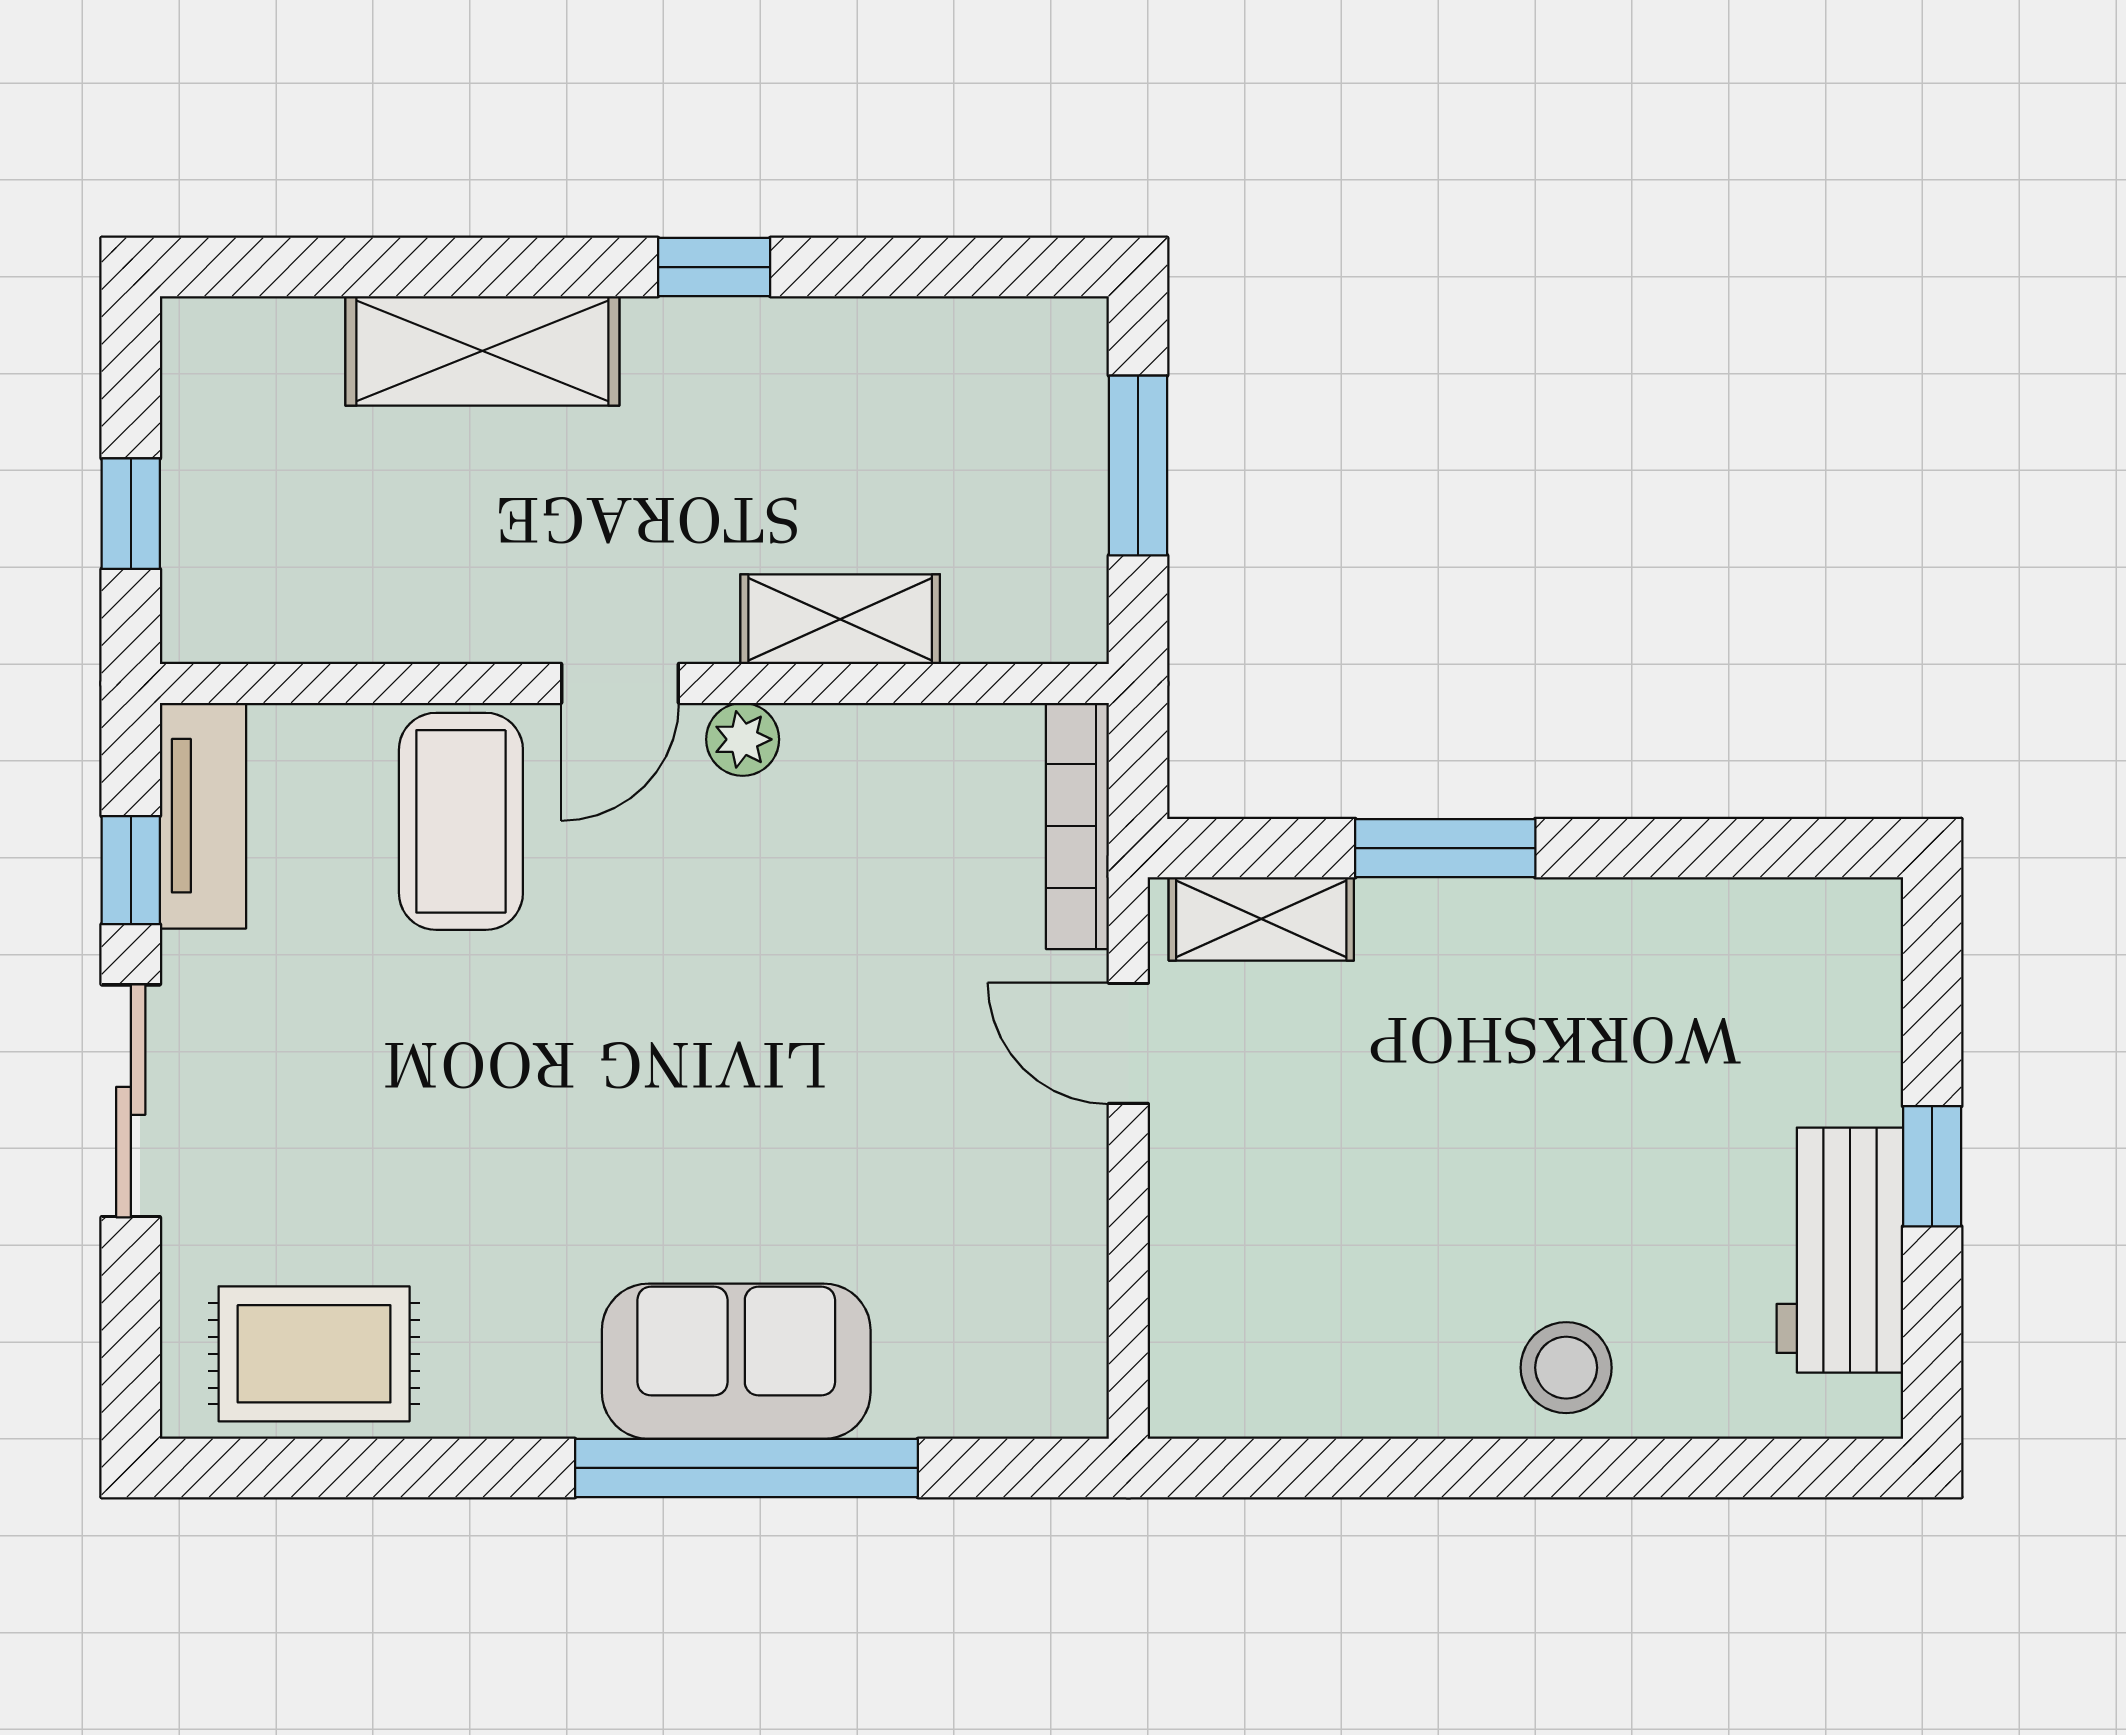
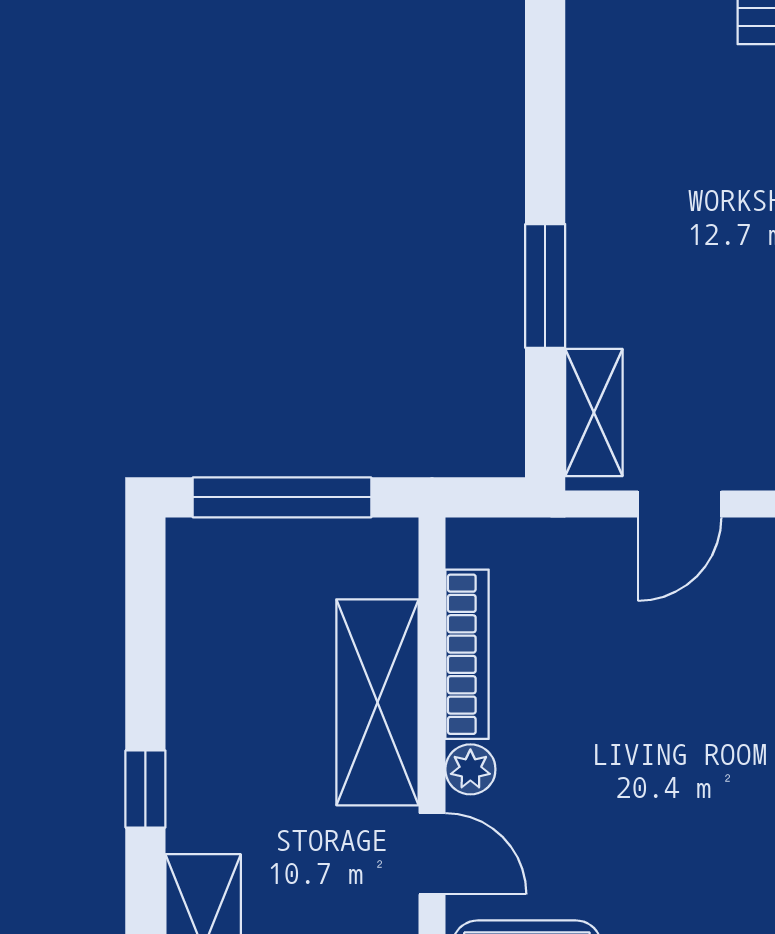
window: (1138, 465) -> (282, 497), width x1.44
shelving: (840, 619) -> (377, 702), width x1.50, depth x1.33
bookcase: (1077, 826) -> (467, 654), moved, turned -90

